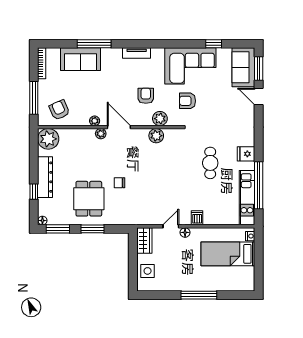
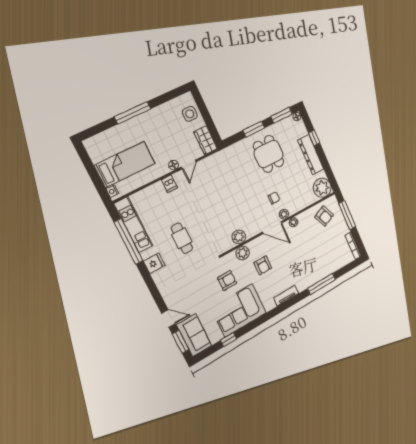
sofa: (81, 59) -> (326, 266), removed
chair: (119, 183) -> (274, 198), moved

